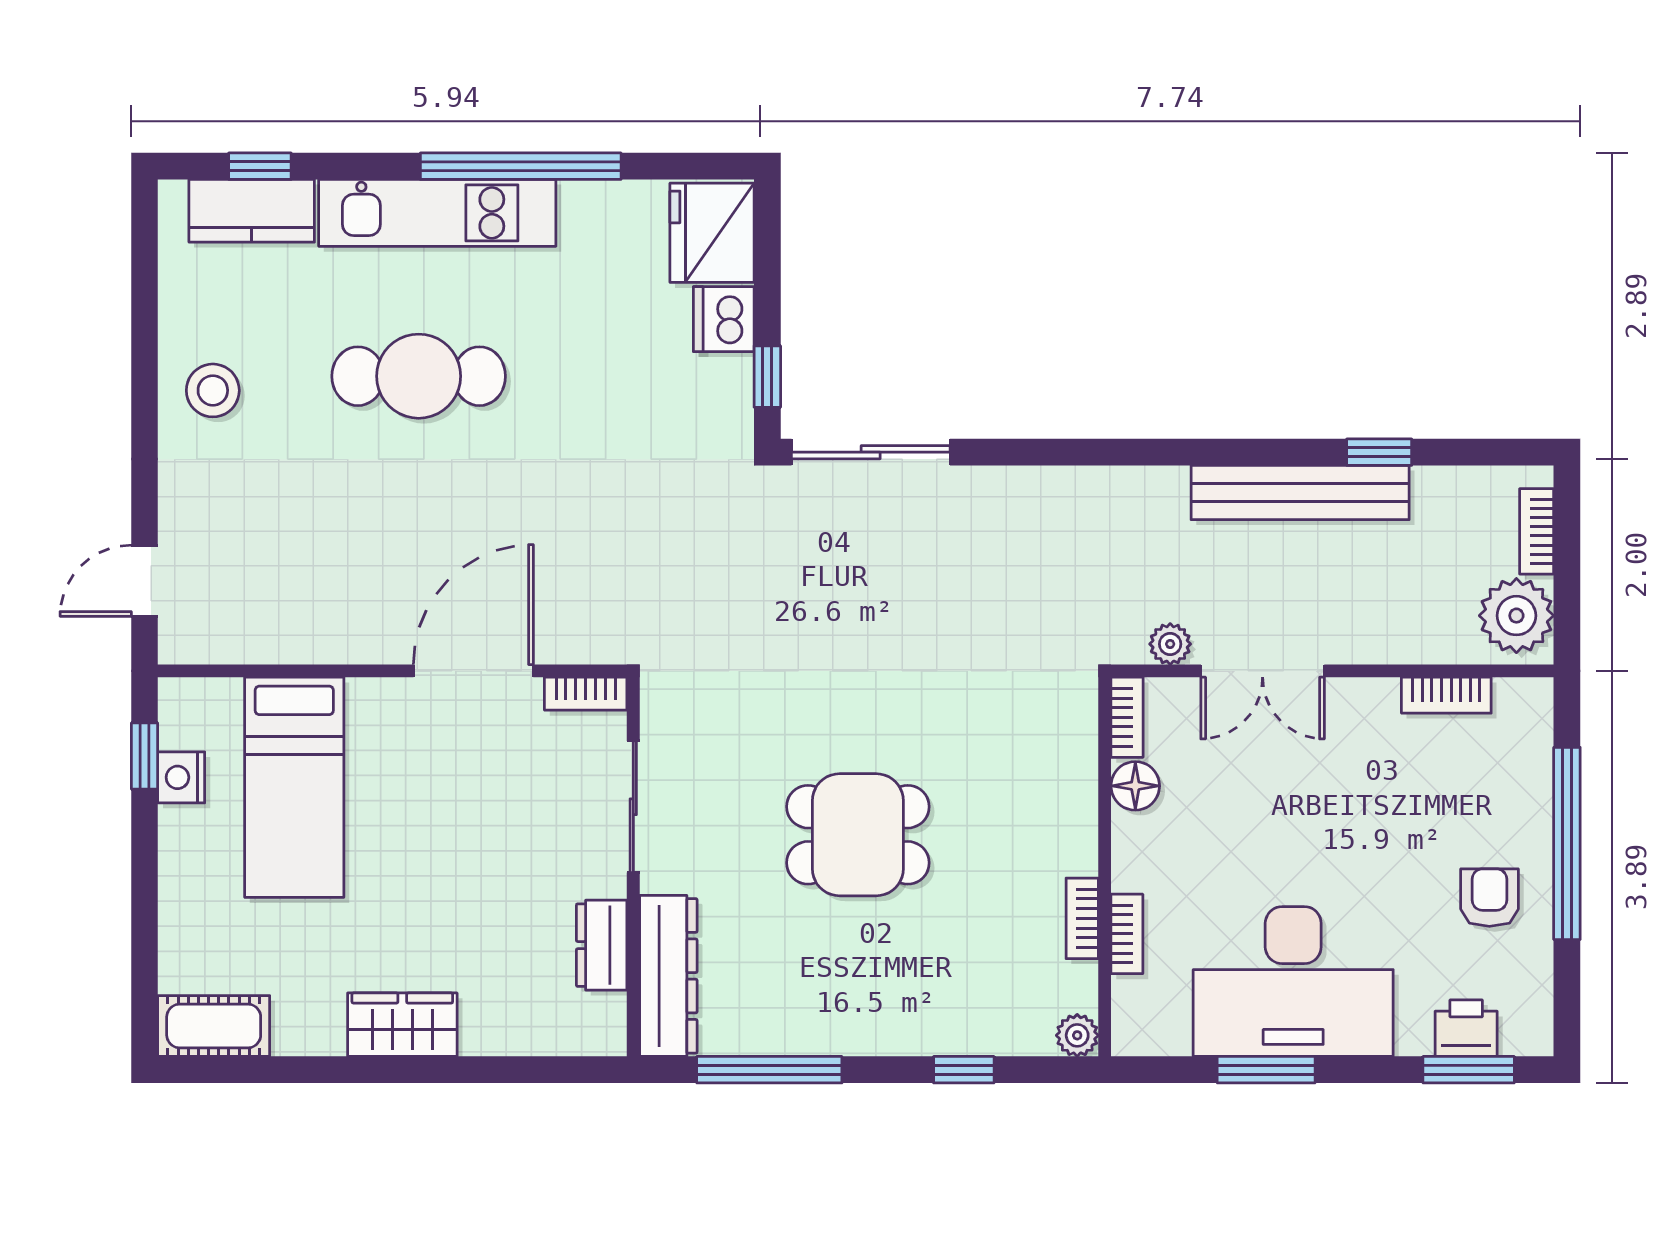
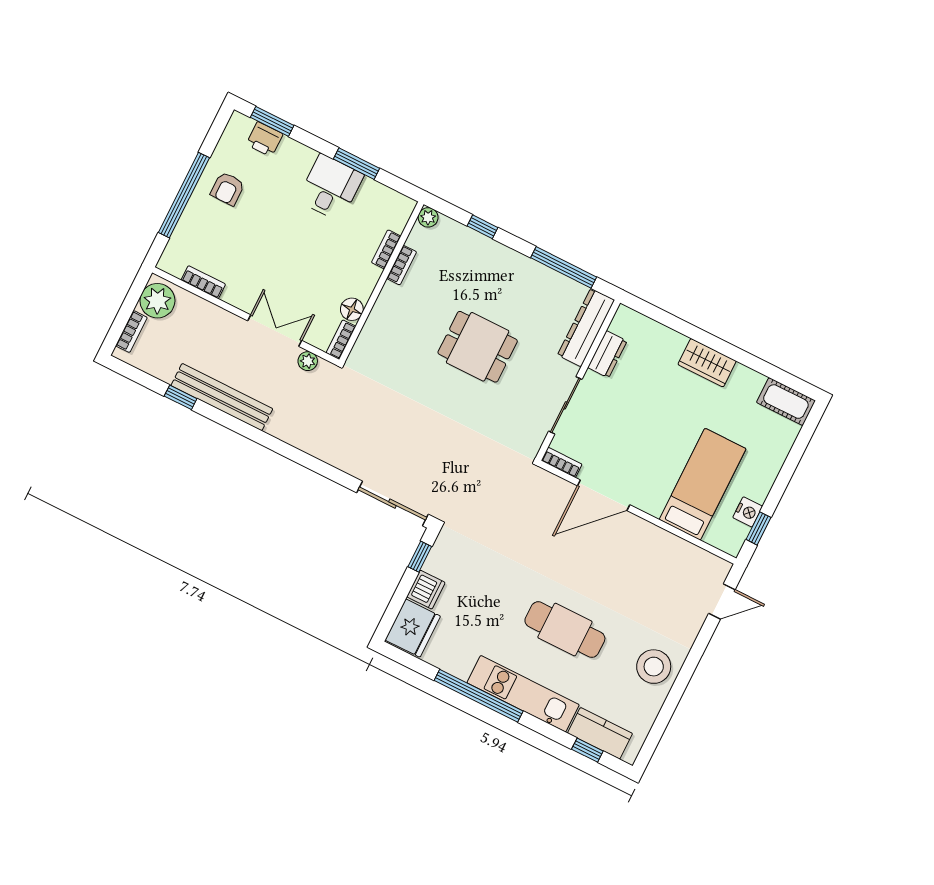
stool: (213, 390) -> (654, 667), width x1.38, depth x1.38
desk: (1293, 982) -> (330, 188), width x0.53, depth x0.77

